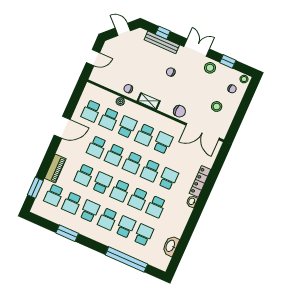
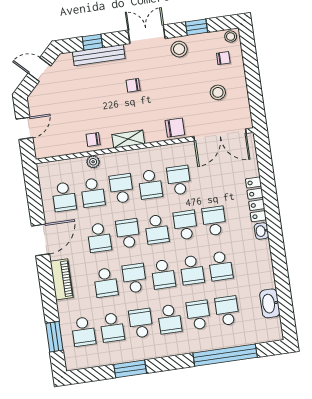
school desk: (115, 155) -> (128, 233), turned 180
piano: (55, 169) -> (62, 279), moved
school desk: (150, 171) -> (185, 225), turned 180

